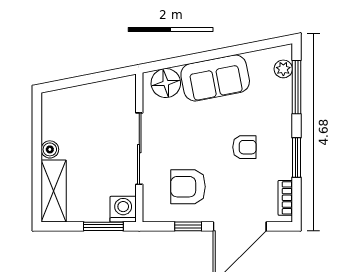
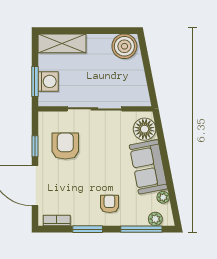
plant: (255, 59) -> (163, 197), added
armchair: (244, 147) -> (109, 204), moved, turned 180
boiler: (50, 149) -> (124, 46), moved, width x1.86, depth x1.86
washing machine: (123, 209) -> (48, 81), moved

